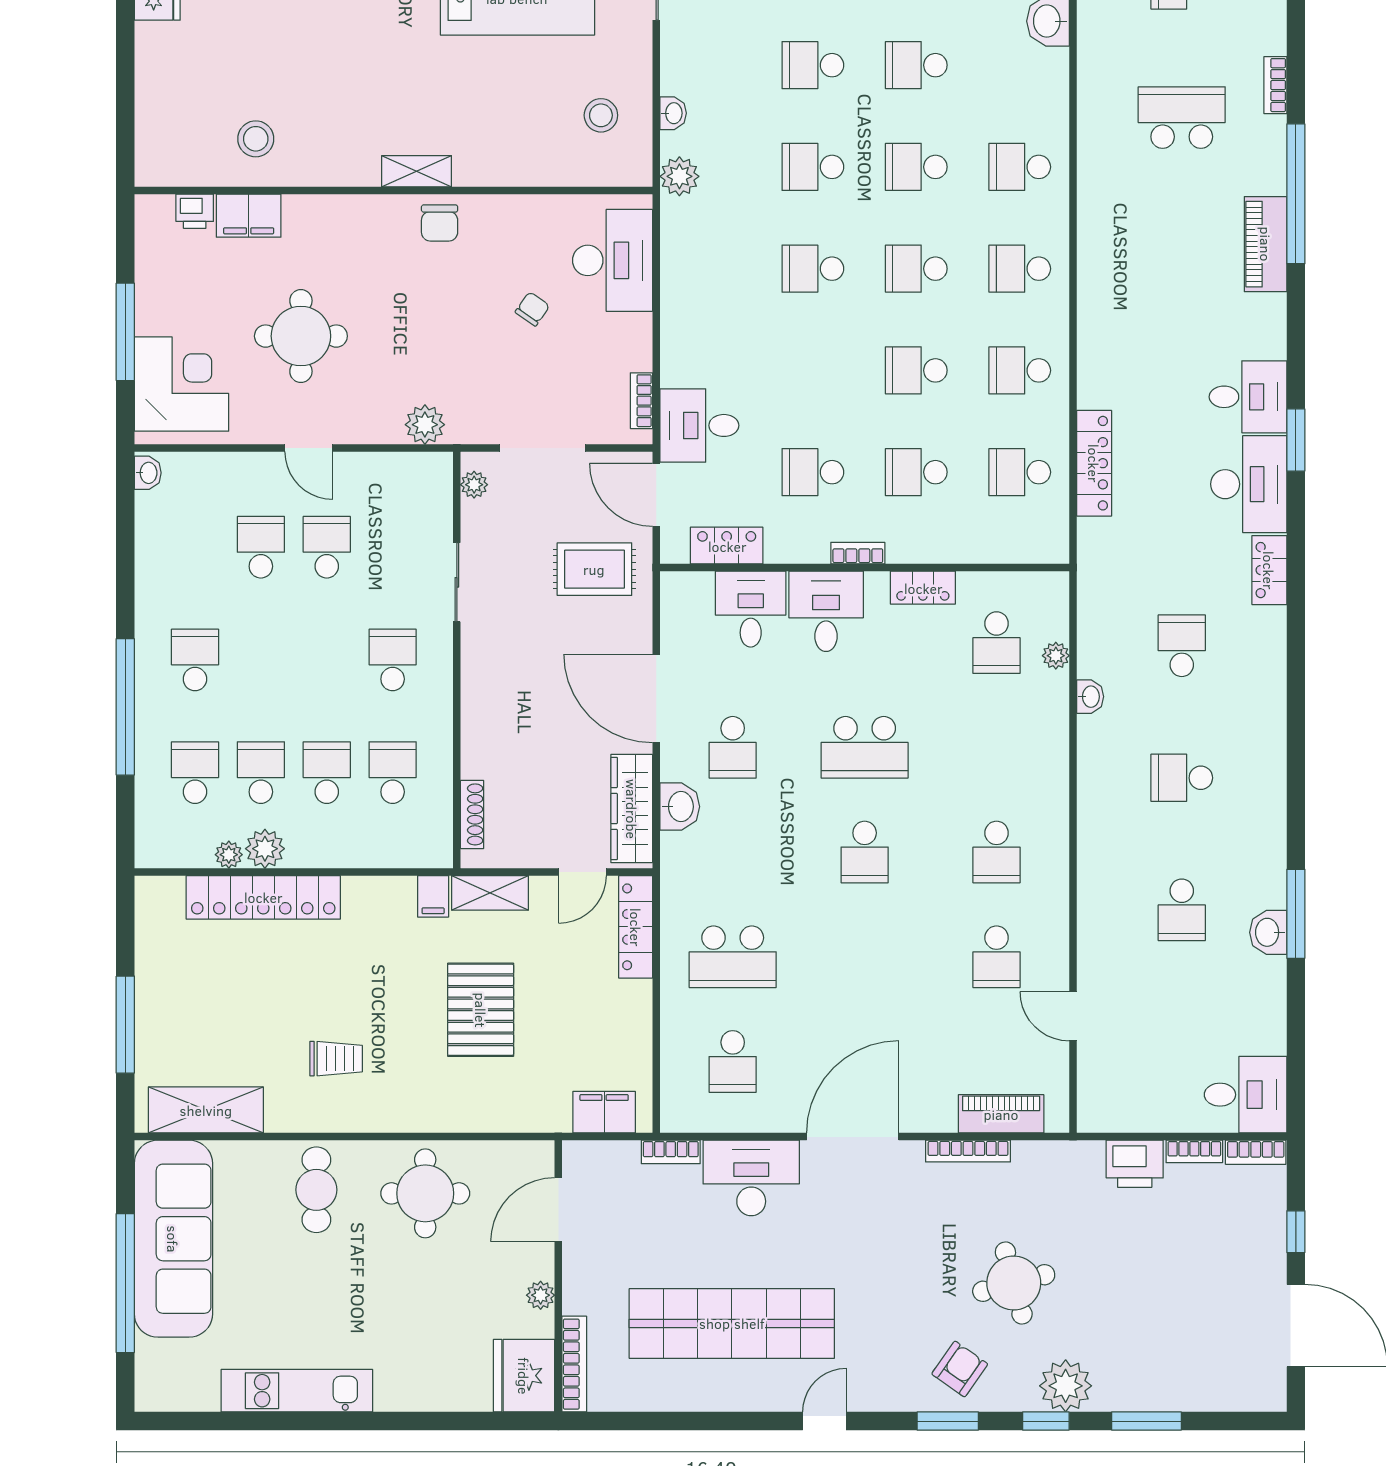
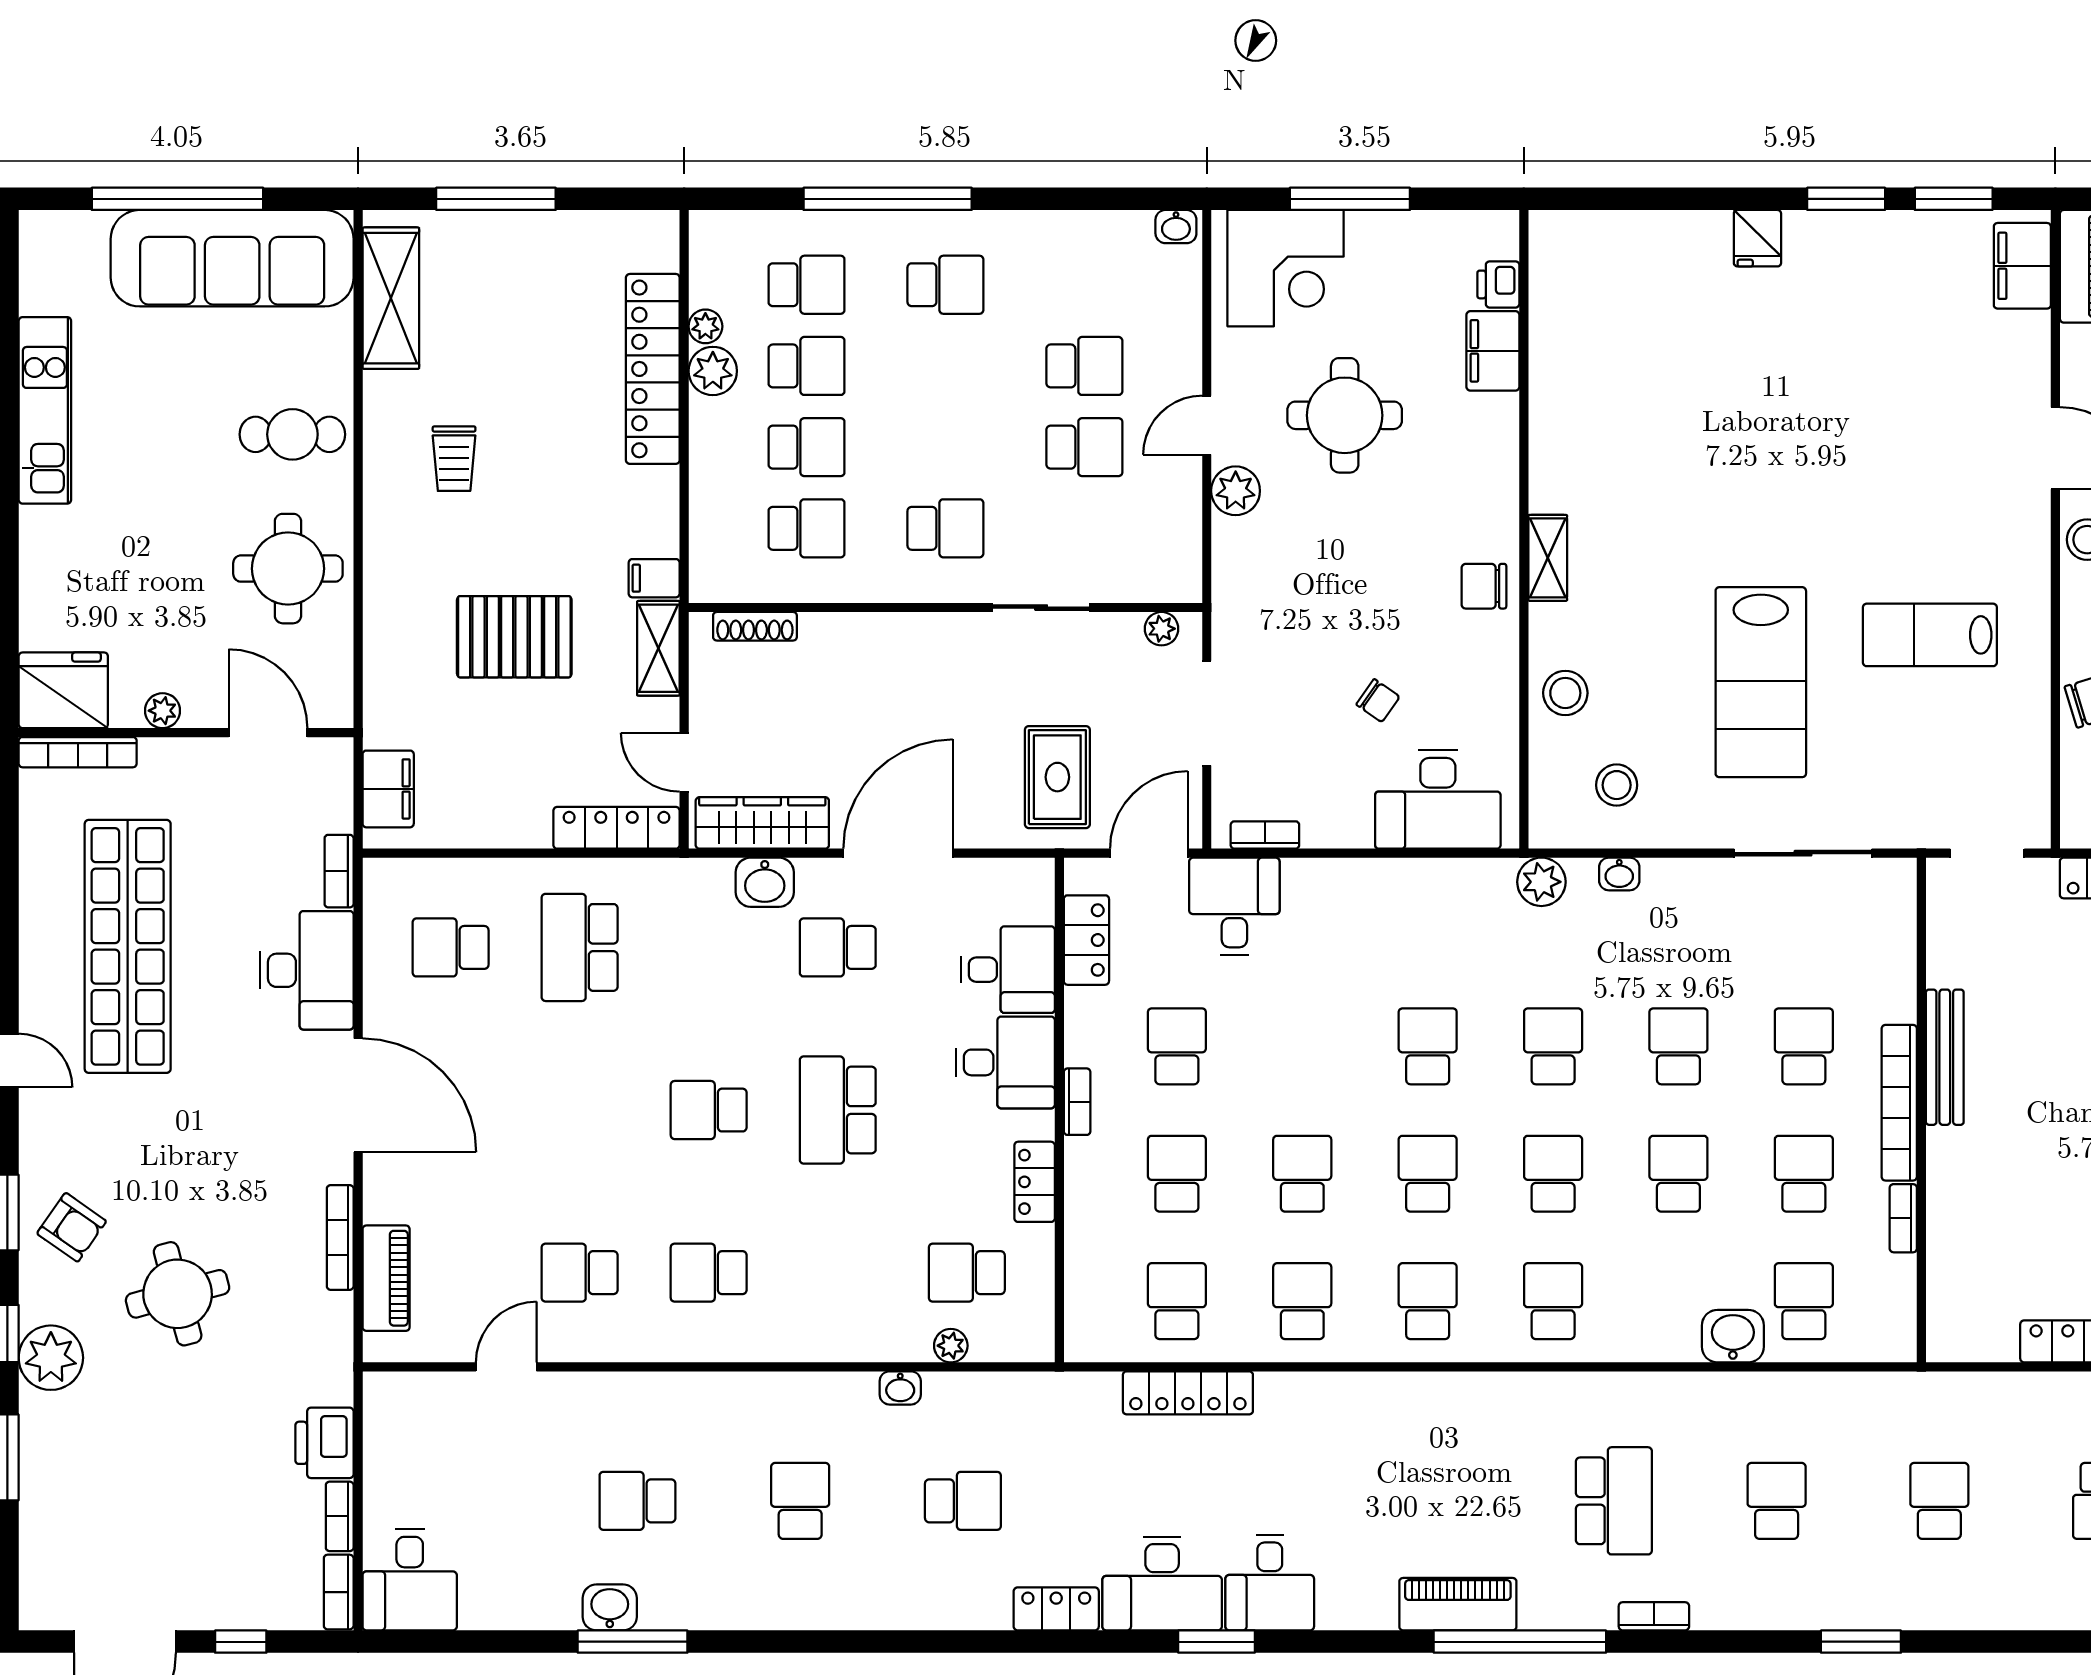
stool: (256, 139) -> (1565, 693), moved
plant: (425, 425) -> (1236, 491), moved

